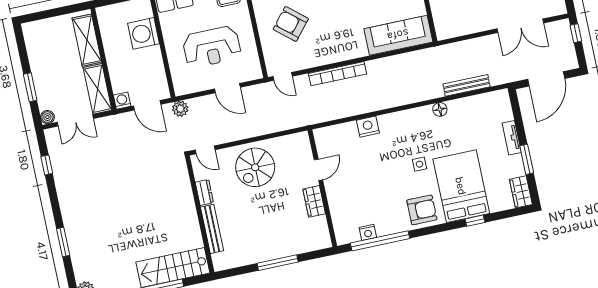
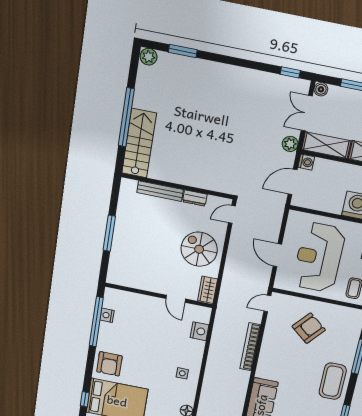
reception desk: (212, 47) -> (319, 257), width x1.36, depth x1.30
door: (227, 88) -> (277, 255), hinge flipped
plant: (180, 109) -> (290, 144), moved
nightstand: (368, 127) -> (200, 331), moved
side table: (420, 164) -> (182, 373), moved
window: (47, 165) -> (290, 72), moved
wardrobe: (314, 201) -> (208, 290), moved, turned -90
window: (63, 242) -> (183, 51), moved

